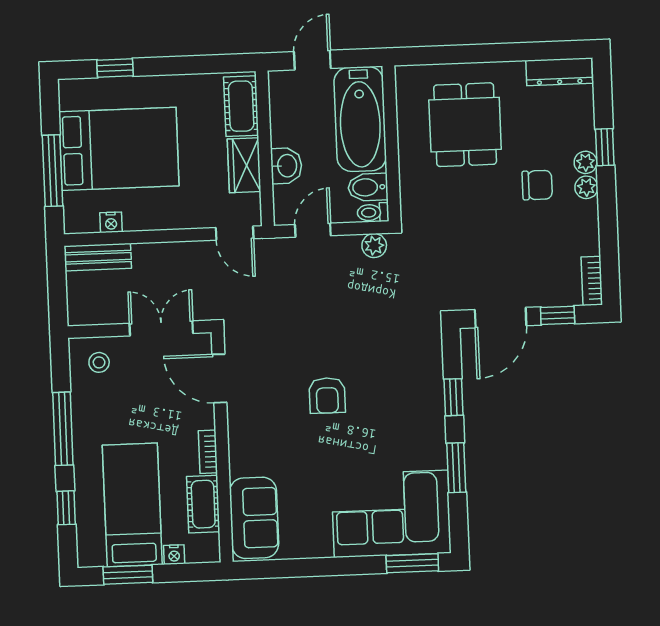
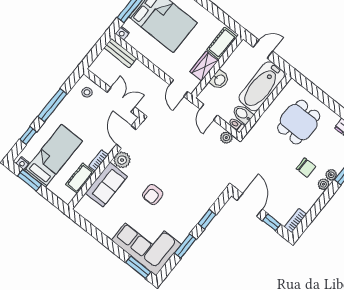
nightstand: (111, 222) -> (122, 33), moved
door: (313, 230) -> (209, 112), swing flipped
door: (501, 318) -> (250, 205), swing flipped
armchair: (327, 395) -> (153, 195), moved
plant: (244, 420) -> (122, 160), added
sofa: (254, 518) -> (106, 185), moved
nightstand: (174, 555) -> (23, 163), moved

